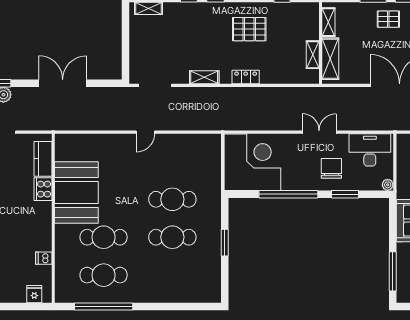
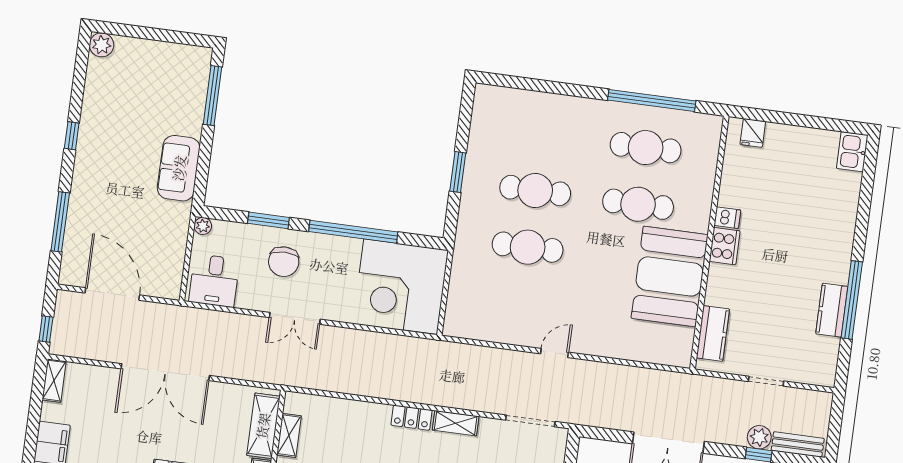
locker: (246, 77) -> (412, 418), moved
desk: (370, 150) -> (214, 281), width x0.73
cooker: (43, 189) -> (725, 246), moved
dishwasher: (44, 258) -> (727, 218), moved

